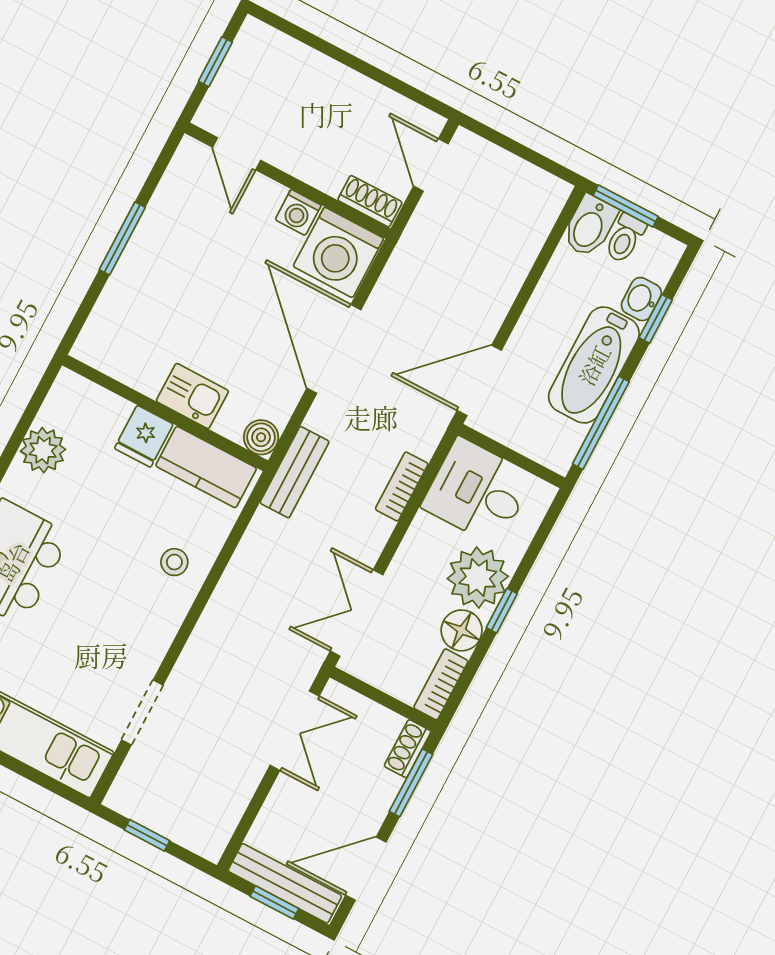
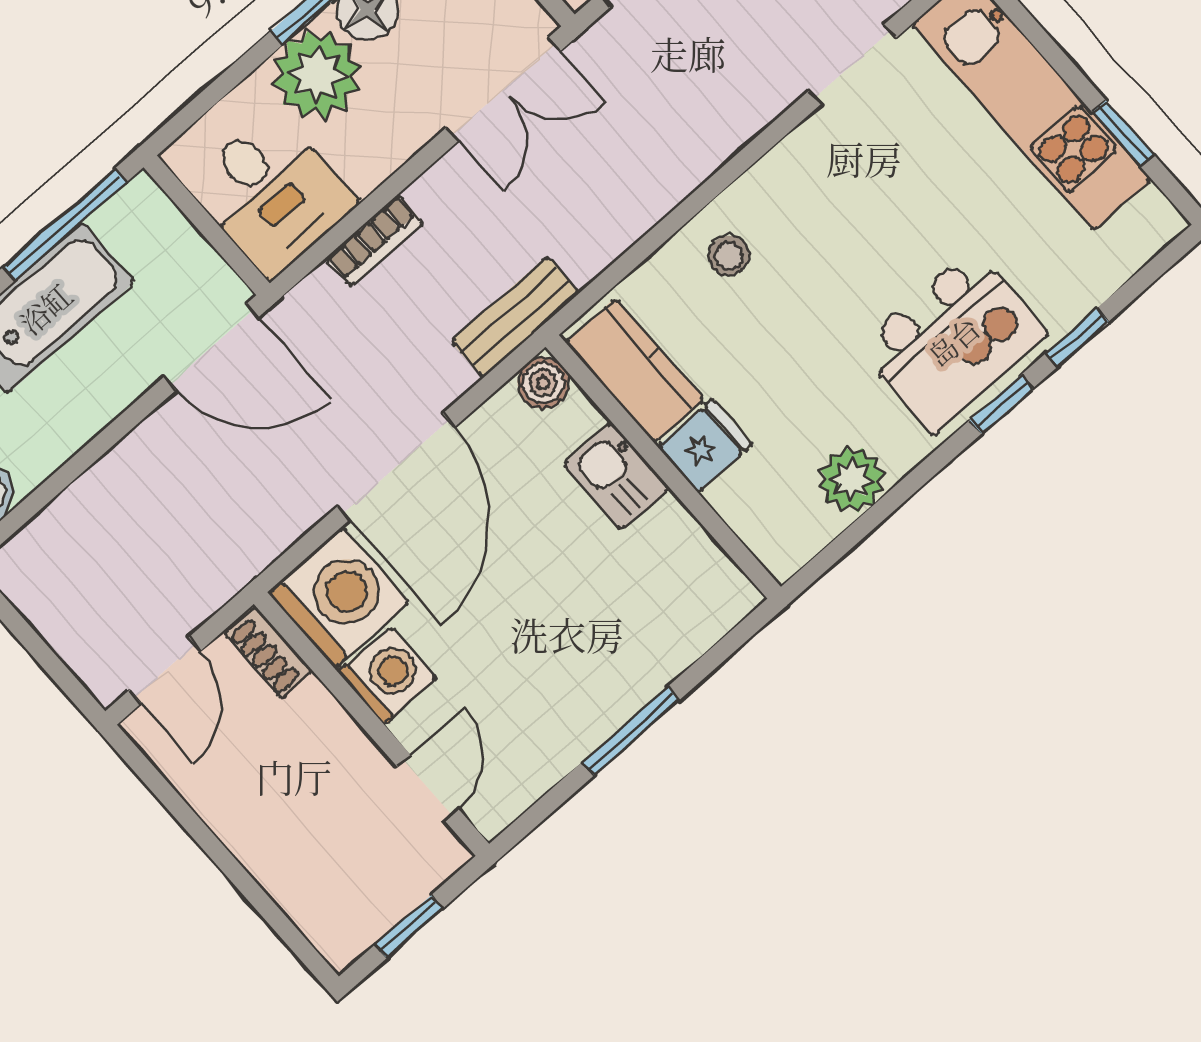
washing machine: (298, 212) -> (387, 675), width x1.38, depth x1.38

